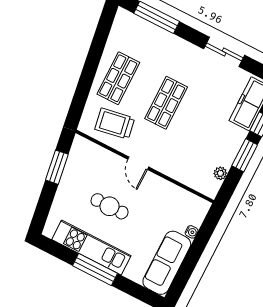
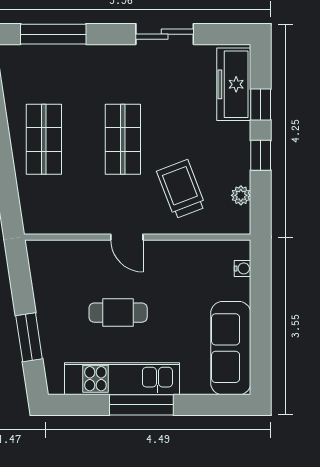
trolley: (115, 124) -> (181, 189), moved, turned 79
window: (245, 155) -> (261, 155), width x0.67
window: (57, 167) -> (29, 337), moved
water cooler: (192, 232) -> (242, 268), moved

